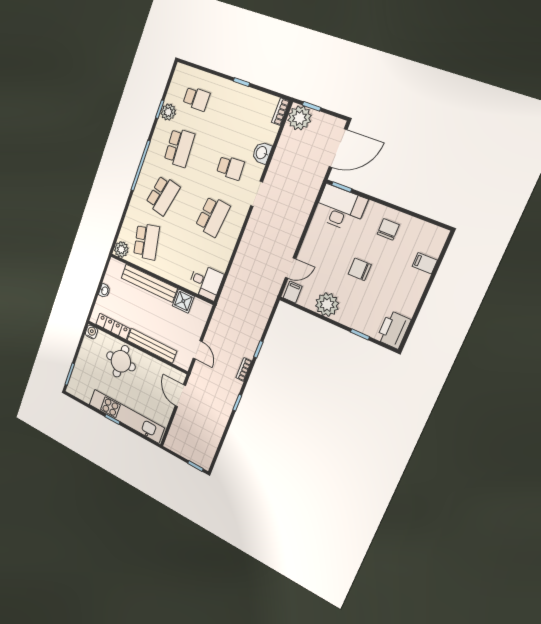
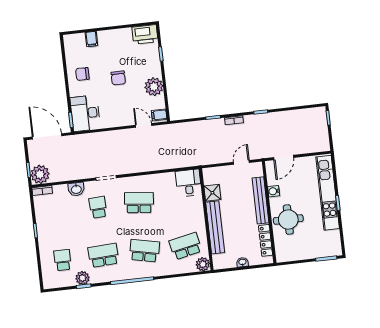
water cooler: (91, 332) -> (274, 191), moved

